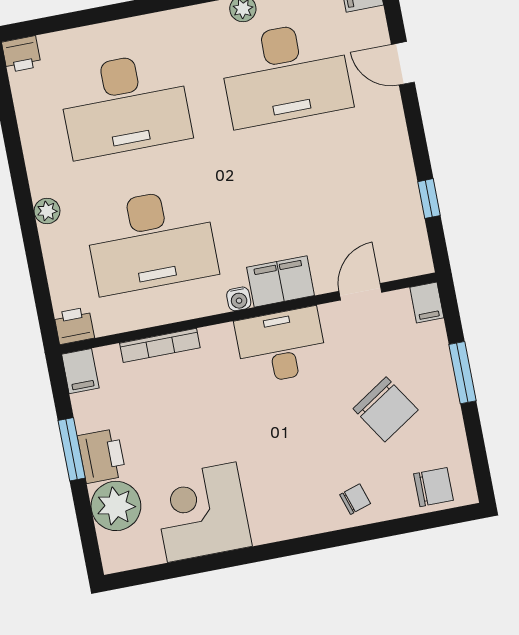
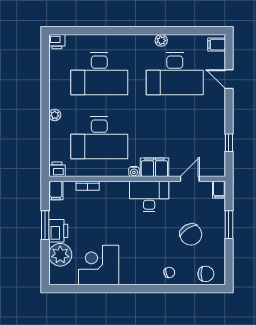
bookcase: (160, 345) -> (88, 186), width x0.64

